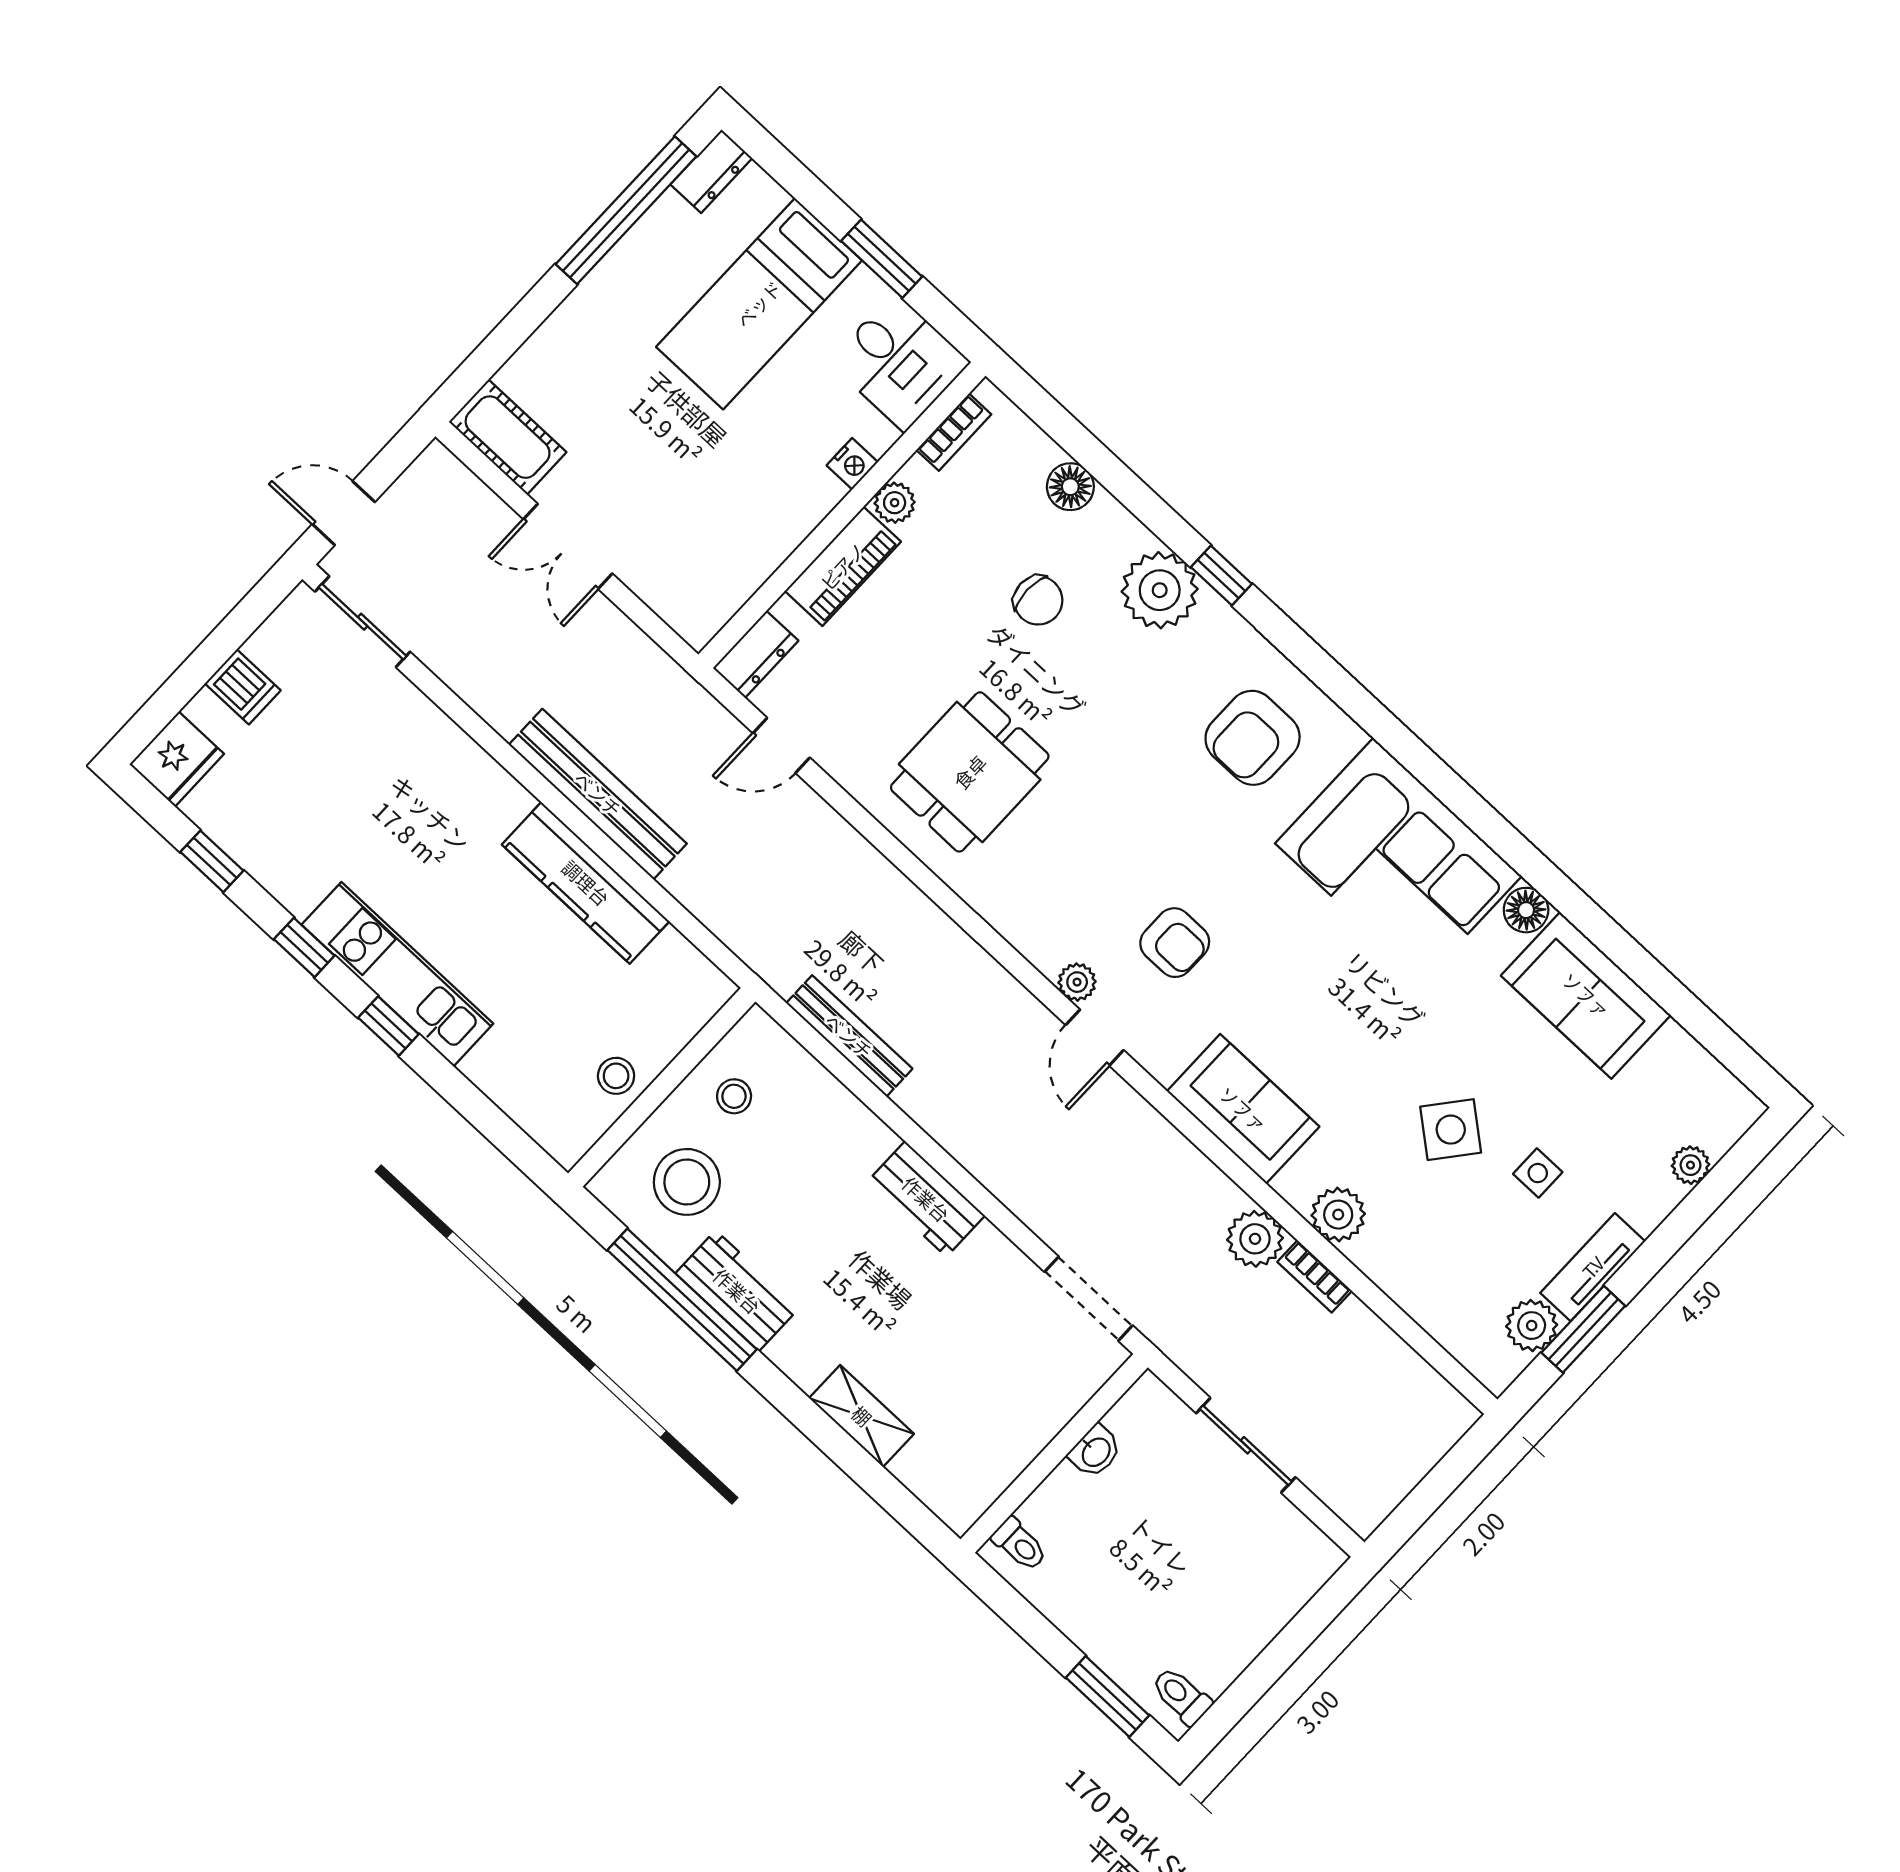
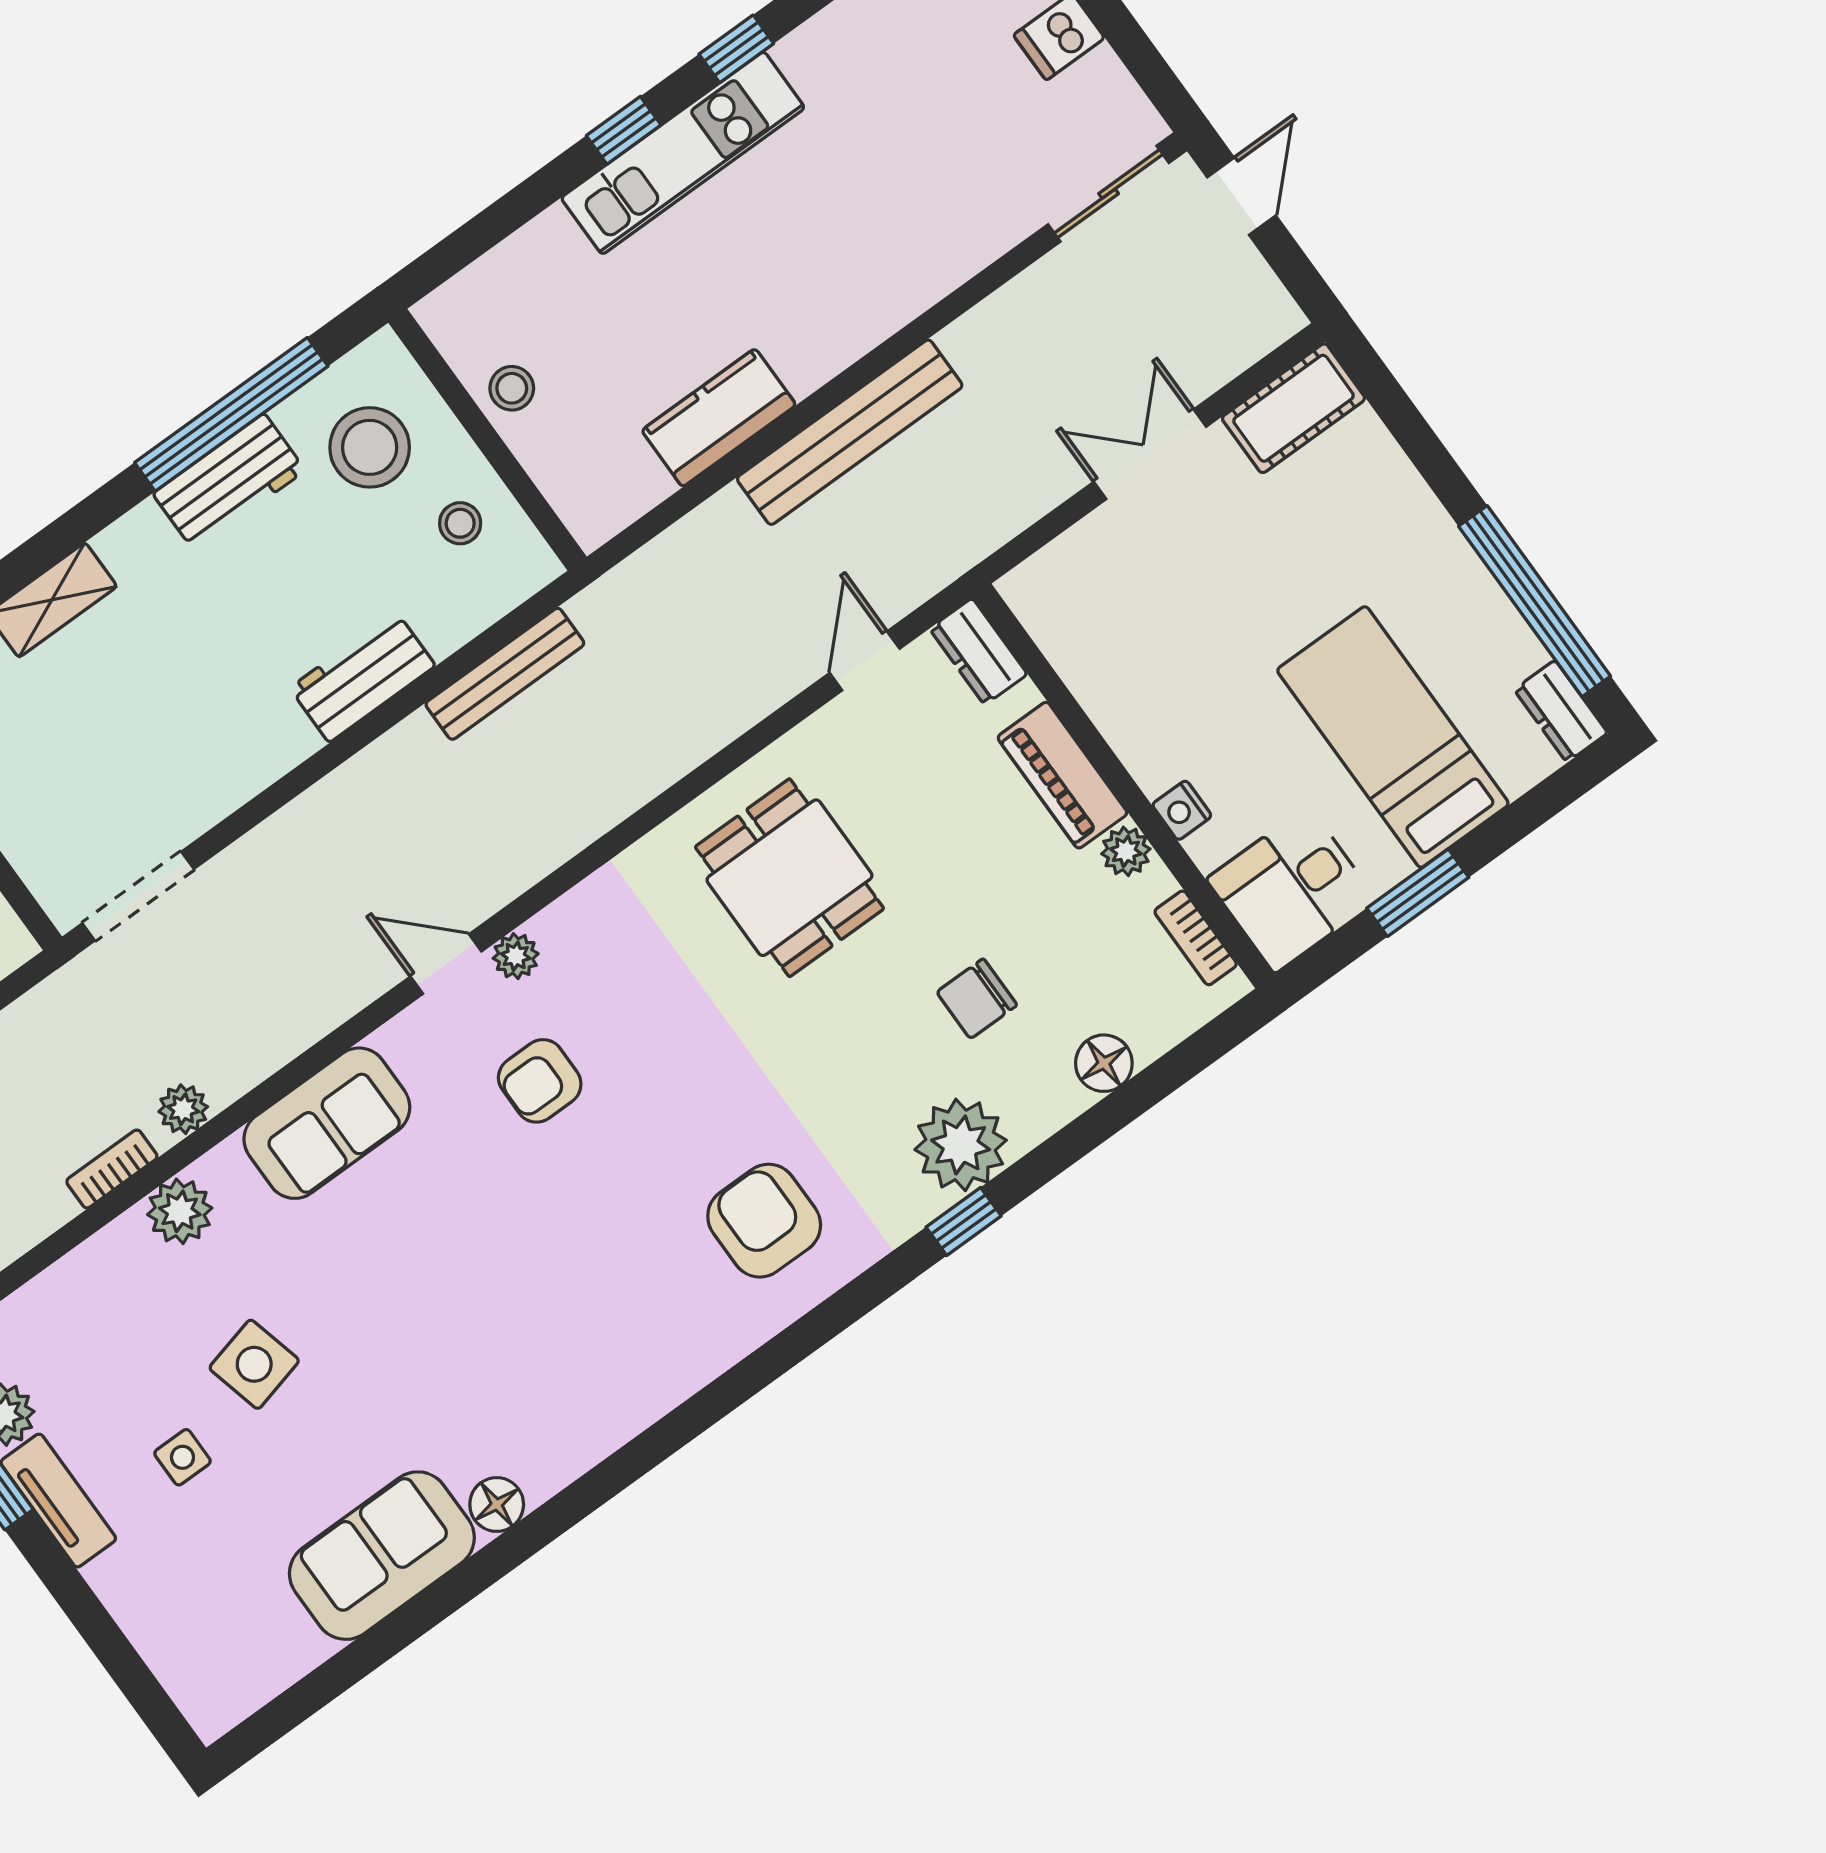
corner sofa: (1398, 860) -> (586, 1365), removed
kitchen counter: (586, 883) -> (719, 418), width x0.67
side table: (1451, 1130) -> (254, 1364), turned 37
plant: (1691, 1165) -> (156, 1640), removed
workbench: (926, 1199) -> (363, 677), moved
plant: (1255, 1239) -> (183, 1109), width x0.73, depth x0.73

